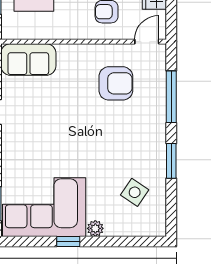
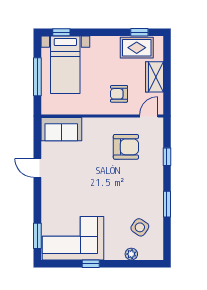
window: (171, 97) -> (167, 157), width x0.46
plant: (95, 228) -> (131, 254), moved

